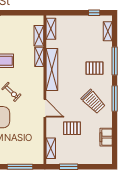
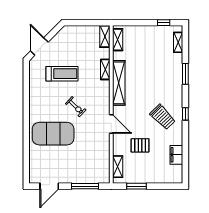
shelving: (39, 36) -> (105, 36), moved
window: (115, 61) -> (185, 74), width x0.69
pallet: (94, 68) -> (164, 81), removed
window: (115, 99) -> (185, 114), width x0.46

